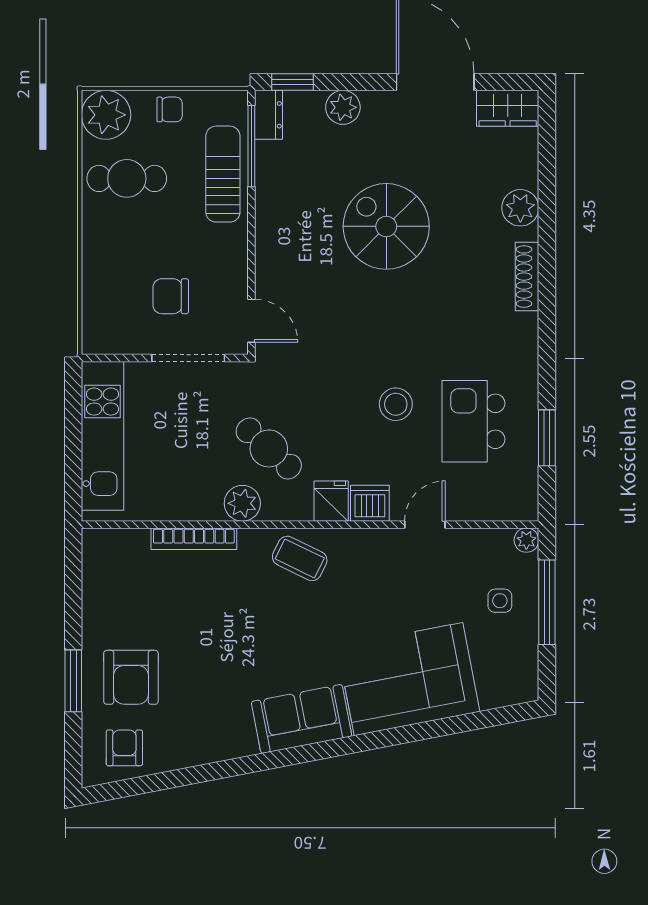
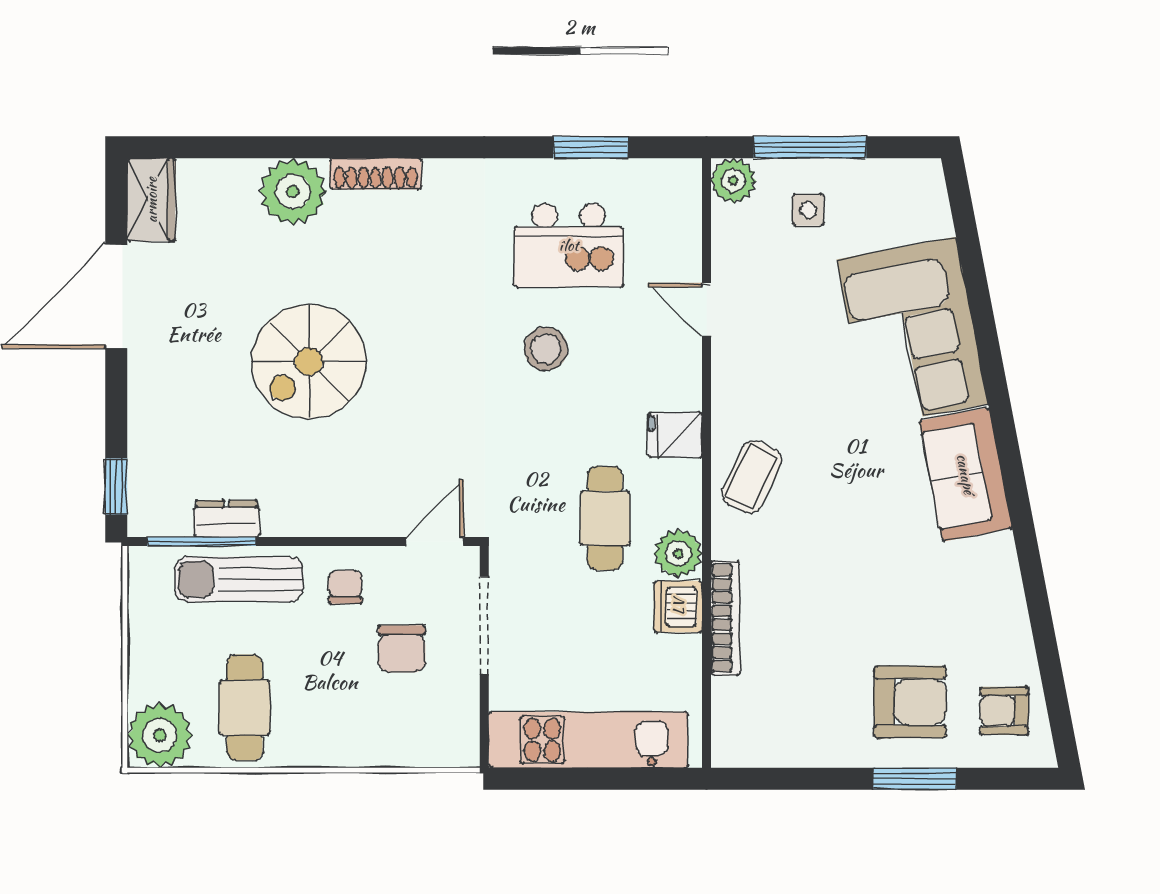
plant: (343, 107) -> (150, 419), removed
chair: (170, 109) -> (345, 587), moved
dresser: (268, 115) -> (227, 519), moved
plant: (520, 208) -> (293, 191), width x1.36, depth x1.36
cafe table: (269, 448) -> (605, 518), turned -42
dishwasher: (370, 503) -> (678, 607), moved
plant: (526, 540) -> (733, 181), width x1.38, depth x1.38

